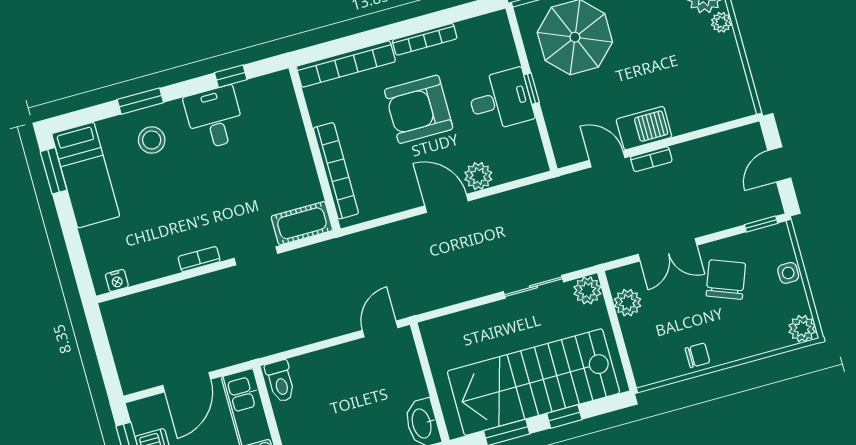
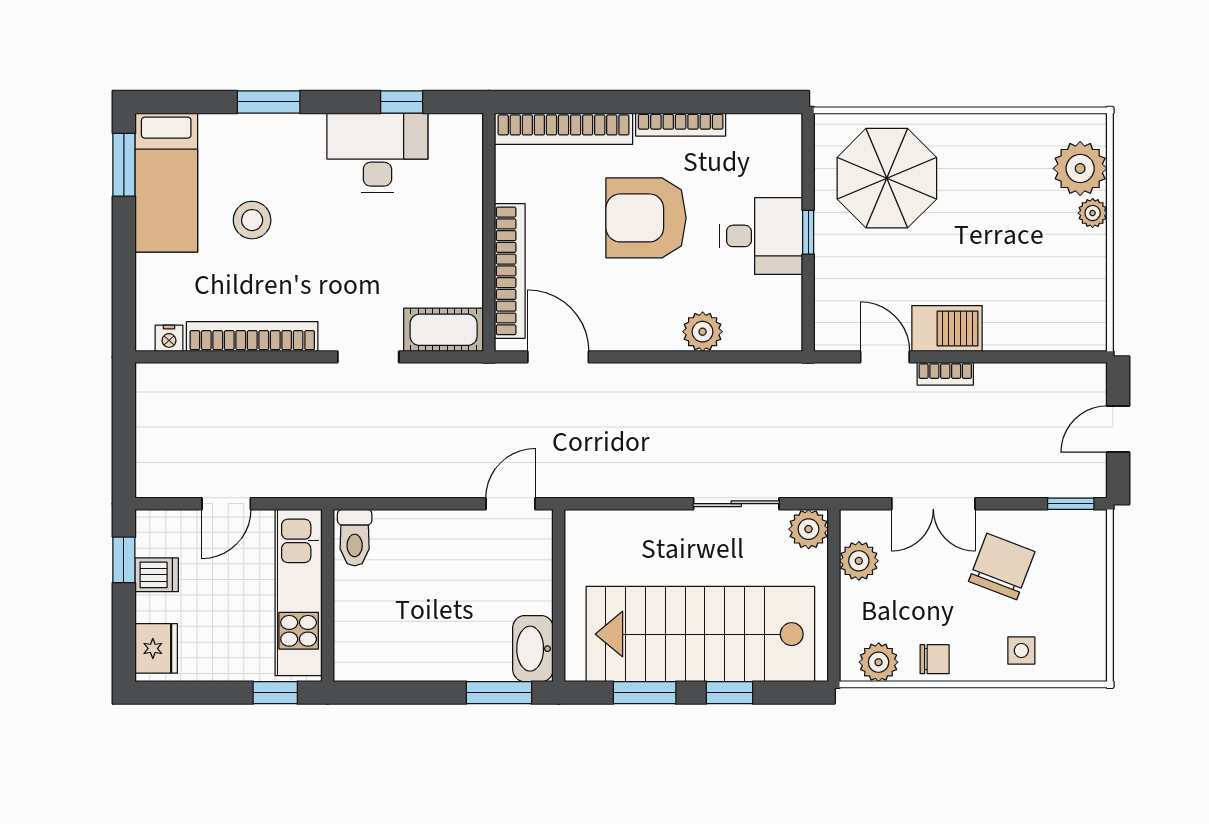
desk: (214, 118) -> (377, 153), width x1.37
stool: (152, 140) -> (252, 220), moved
door: (446, 203) -> (558, 357), moved
bookcase: (199, 259) -> (252, 337), width x2.31, depth x1.31
side table: (788, 273) -> (1021, 651), moved
plant: (802, 329) -> (879, 662), moved
door: (187, 382) -> (226, 504), width x0.73

